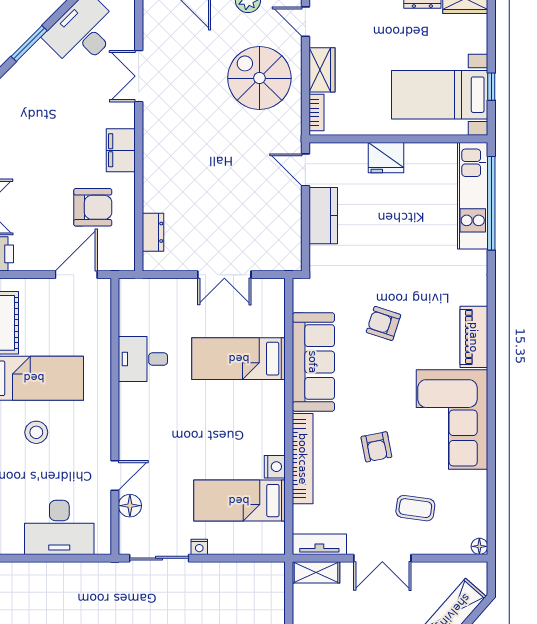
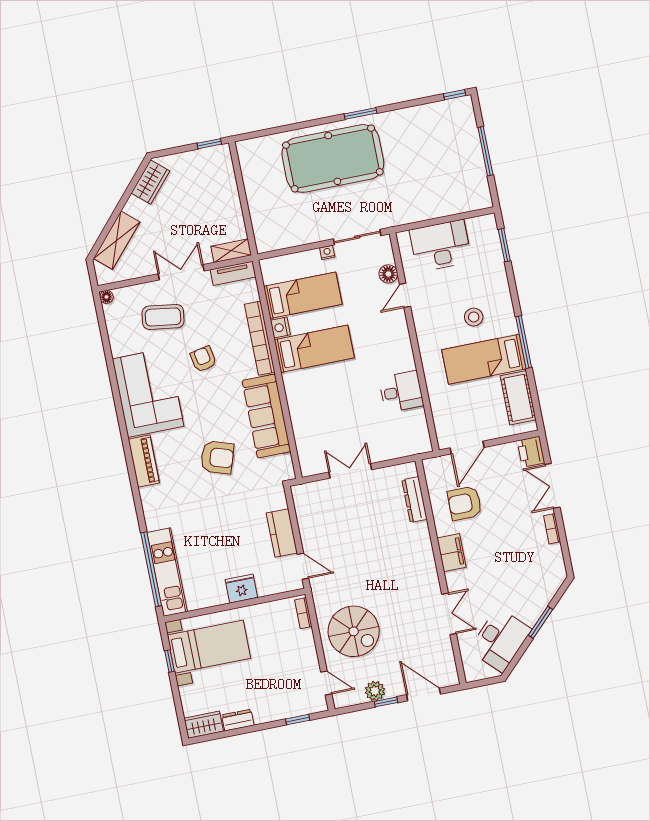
wardrobe: (322, 70) -> (306, 648), removed
dresser: (153, 232) -> (415, 500), width x1.44
armchair: (383, 323) -> (217, 457), width x1.38, depth x1.38
bed: (239, 359) -> (314, 349), moved
coffee table: (415, 508) -> (163, 317), width x1.36, depth x1.30

